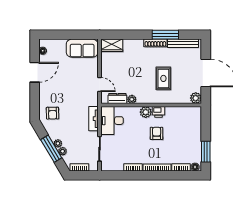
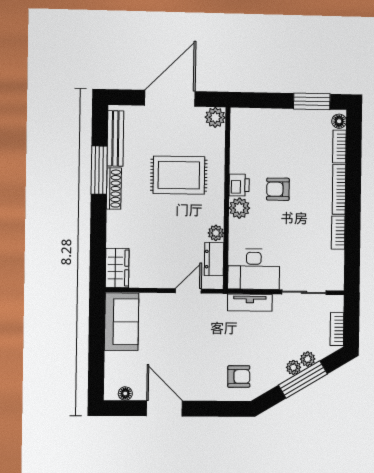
rug: (163, 78) -> (179, 175), width x1.36, depth x1.43

